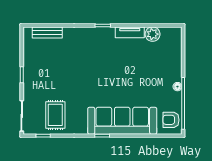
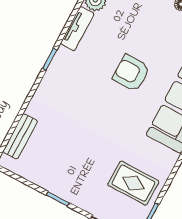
armchair: (120, 79) -> (131, 73), added

